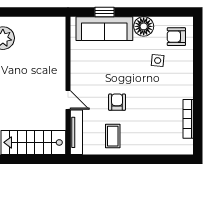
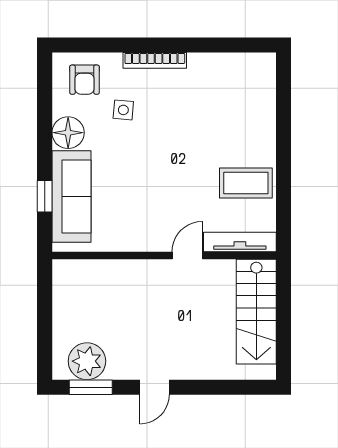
armchair: (117, 102) -> (191, 176), removed
bookcase: (188, 119) -> (155, 60), moved
coffee table: (113, 136) -> (246, 183), width x1.36, depth x1.30

